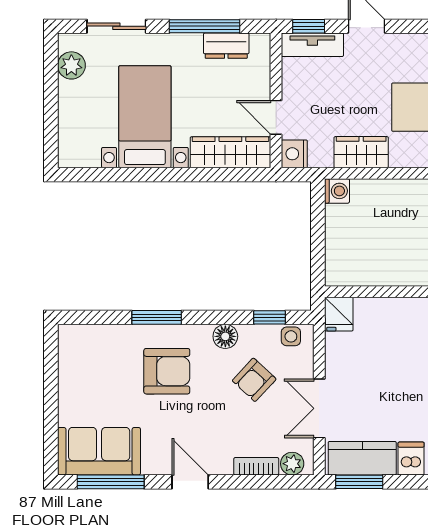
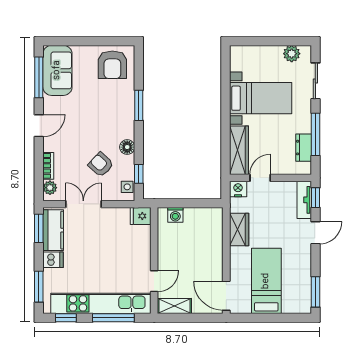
washing machine: (337, 191) -> (175, 215), moved
armchair: (167, 371) -> (112, 65), moved

